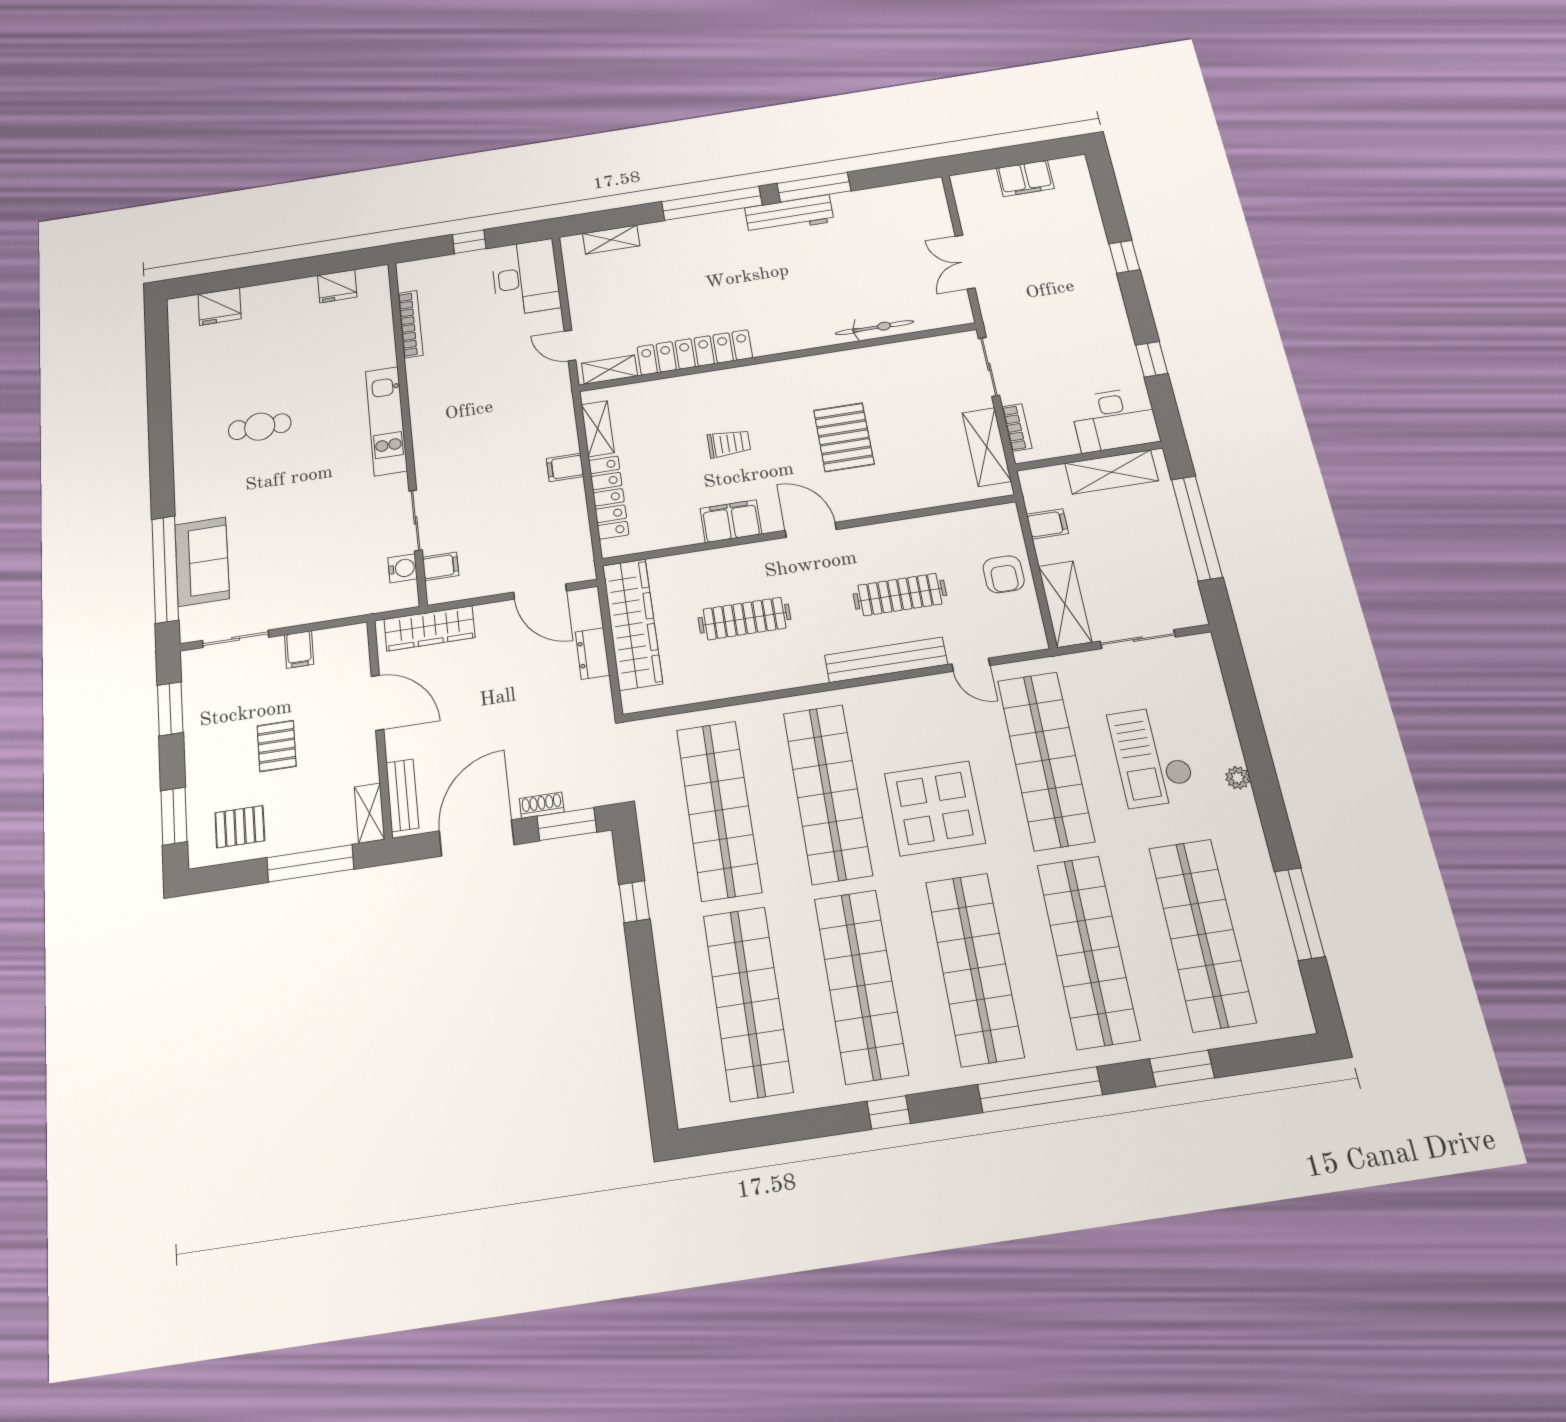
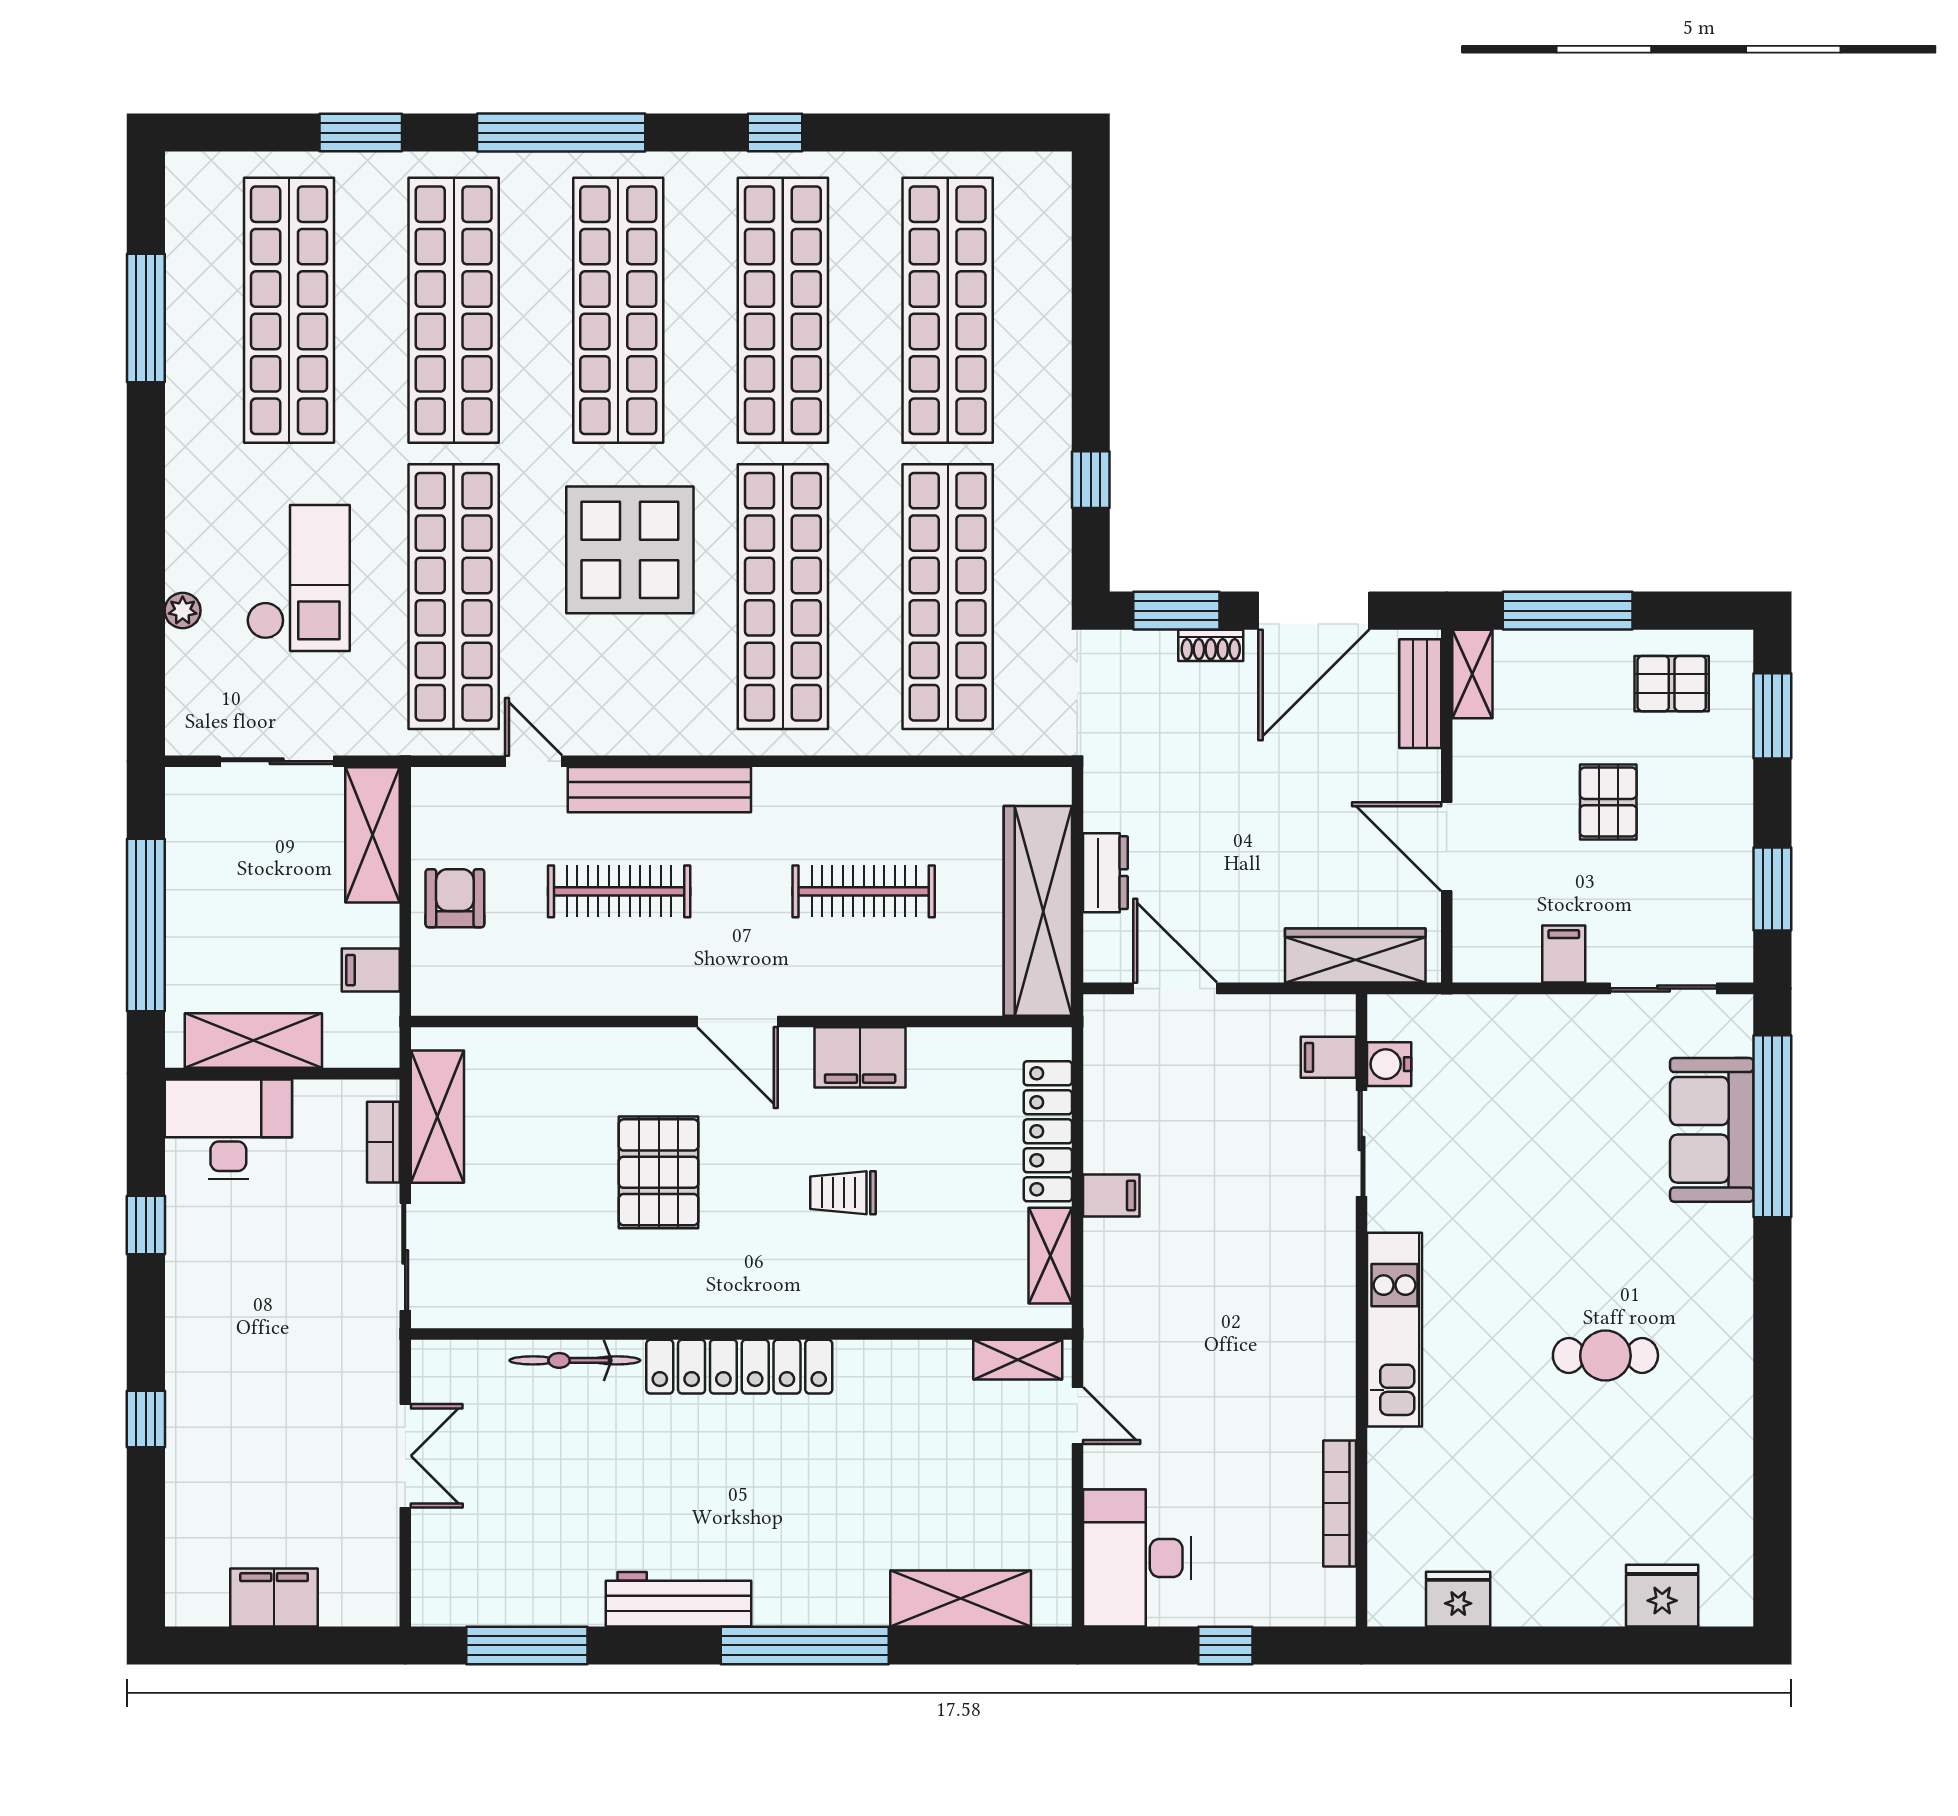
window: (814, 187) -> (527, 1645), moved
shelving: (611, 240) -> (961, 1598), width x1.50, depth x1.33
locker: (695, 352) -> (739, 1367), moved
plant: (1238, 778) -> (183, 611), moved

